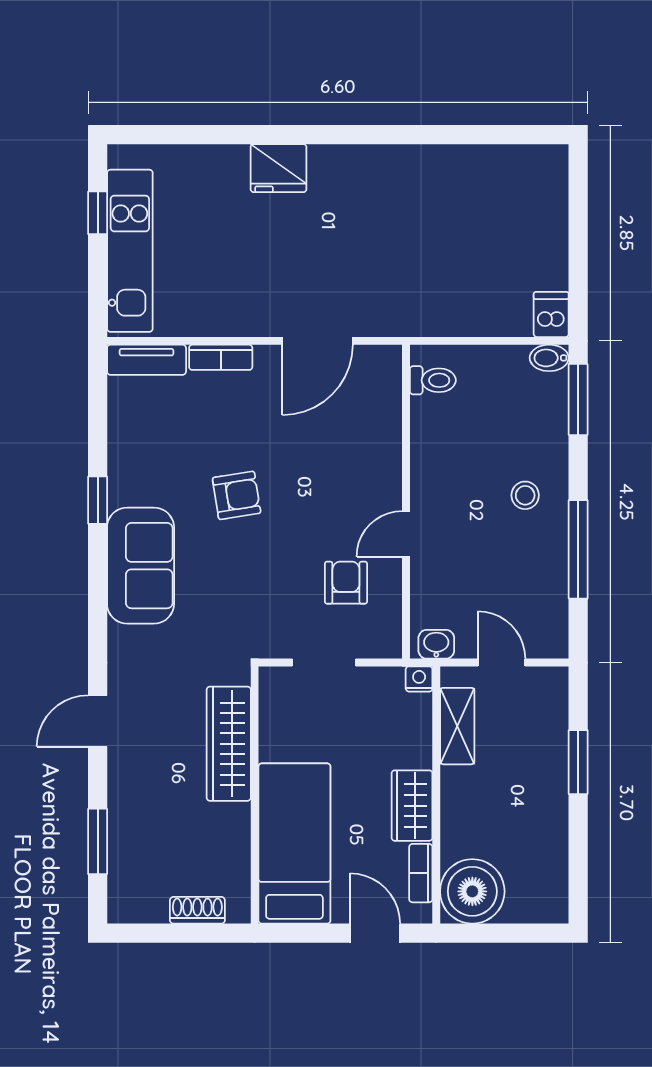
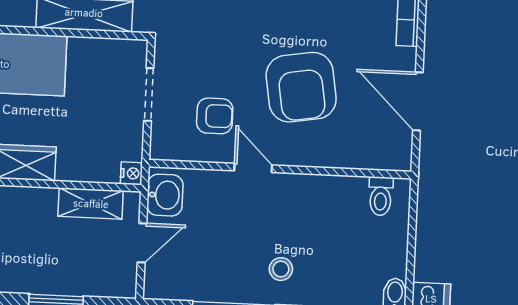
armchair: (237, 495) -> (301, 87), moved, width x1.88, depth x1.88
washbasin: (436, 644) -> (165, 195), width x1.38, depth x1.45

